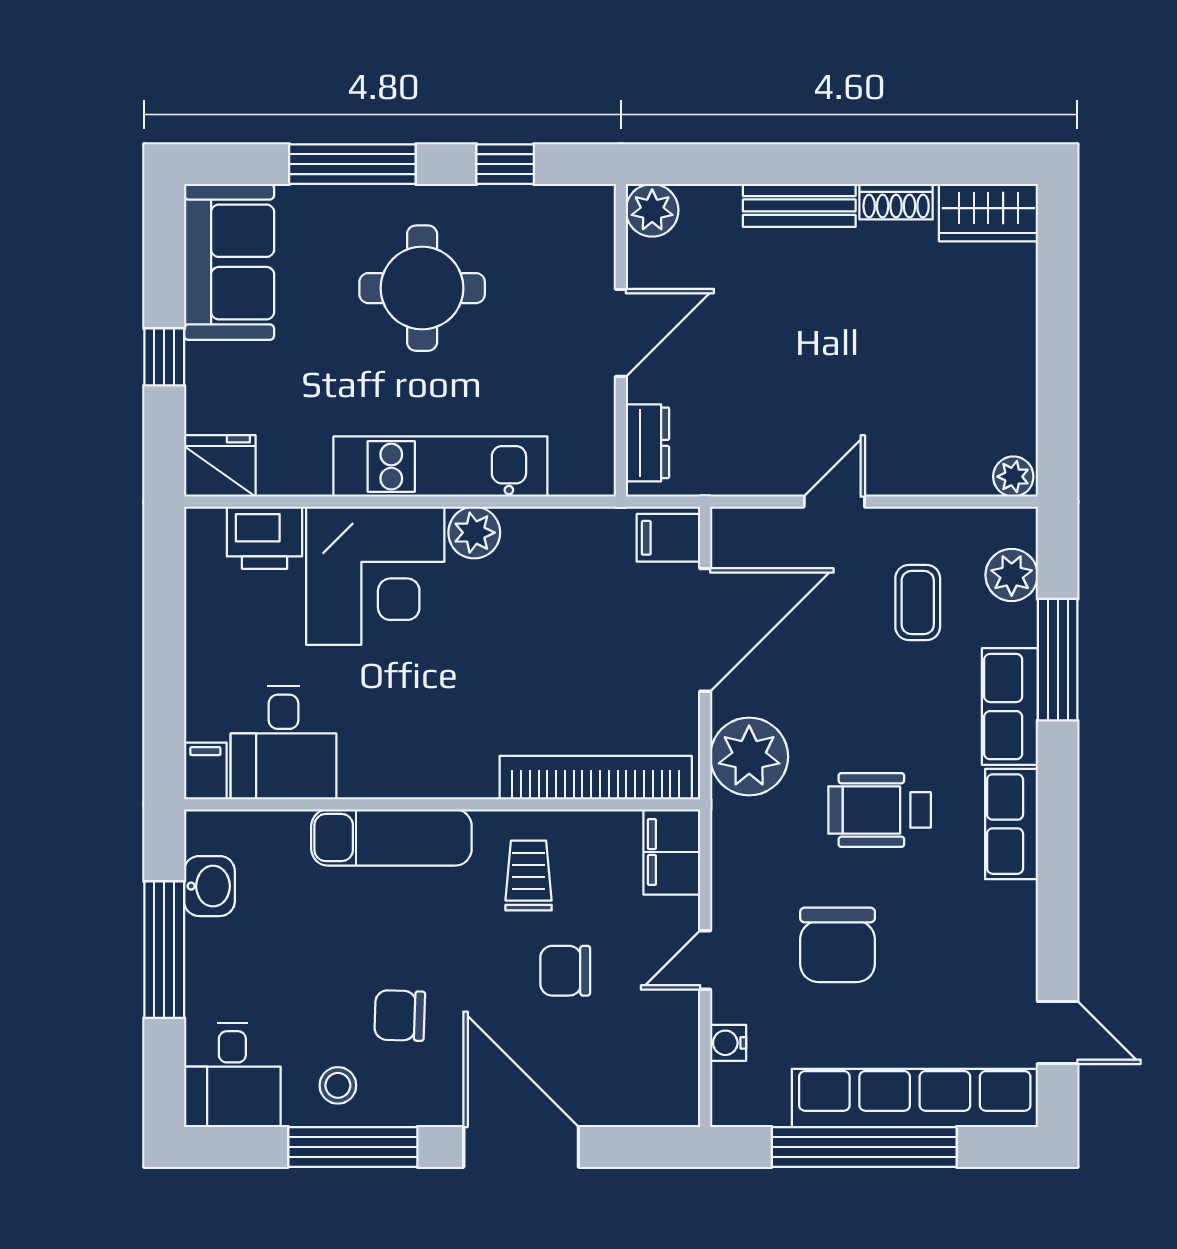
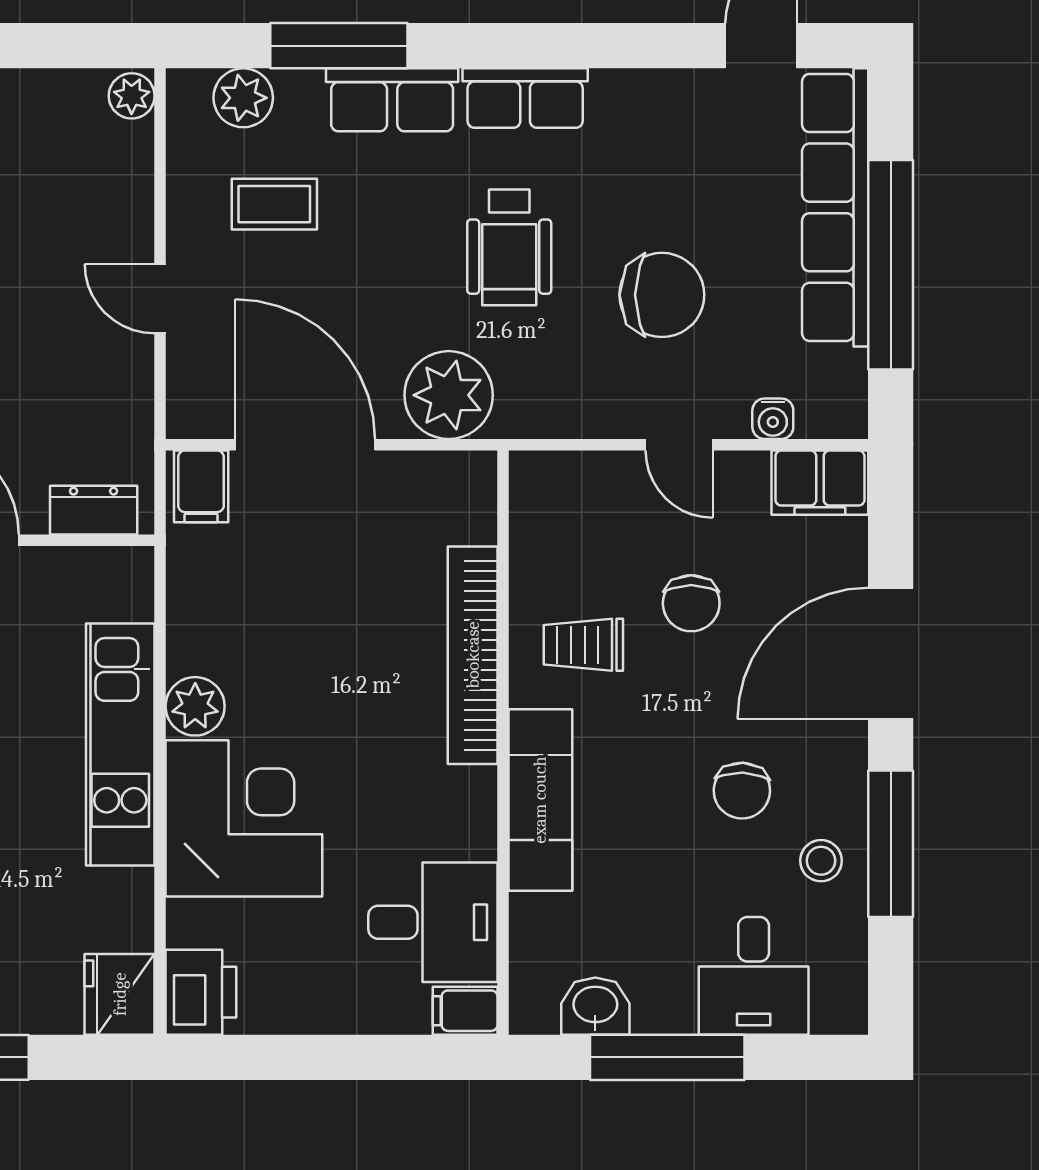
printer: (264, 538) -> (201, 992), moved
bookcase: (596, 778) -> (473, 655), moved
filing cabinet: (672, 852) -> (820, 483), moved
desk: (232, 1075) -> (754, 976), moved, turned 90

